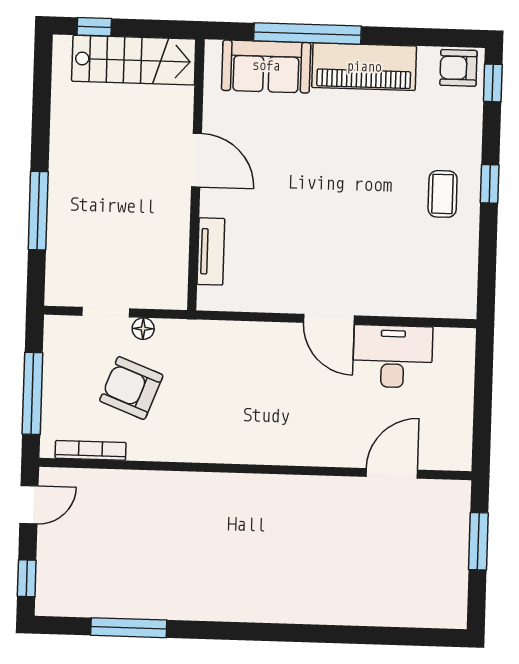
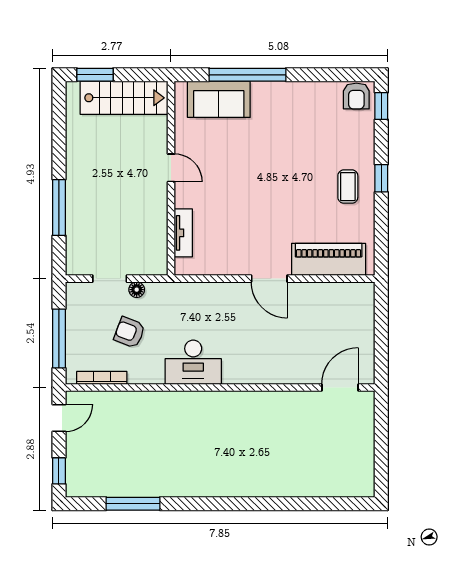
window: (94, 27) -> (95, 75), width x1.50
piano: (364, 67) -> (329, 259), moved, turned 180
armchair: (458, 68) -> (356, 96), turned -90
door: (196, 160) -> (171, 168), width x0.73
desk: (393, 356) -> (193, 362), moved, turned 180
armchair: (131, 388) -> (130, 332), width x0.72, depth x0.72
door: (392, 473) -> (340, 388), moved
window: (478, 541) -> (381, 434), removed

